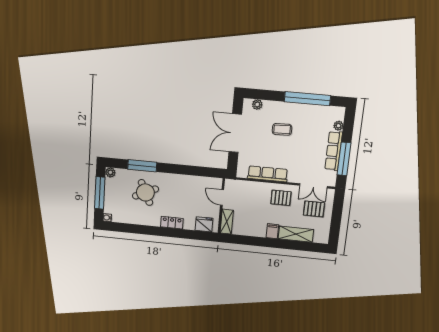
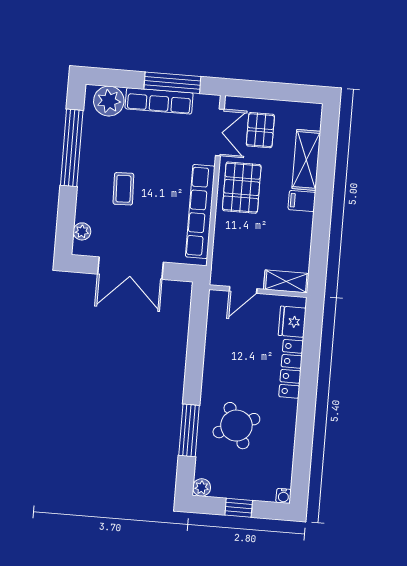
plant: (338, 126) -> (109, 101), width x1.87, depth x1.87
row of seats: (268, 174) -> (200, 212), width x1.36
window: (100, 193) -> (239, 508), width x0.46
pallet: (281, 198) -> (242, 188), width x1.50, depth x1.42
locker: (172, 223) -> (291, 369), width x1.53

